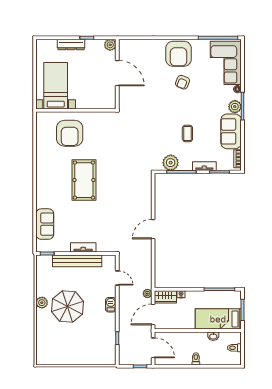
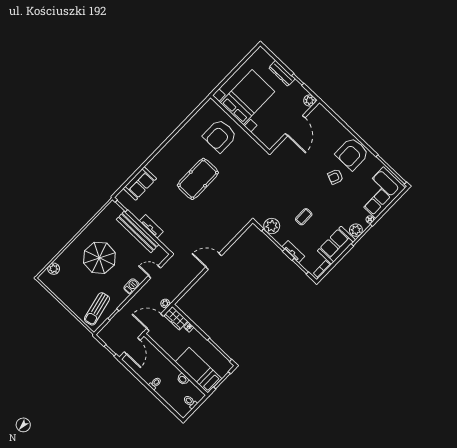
bed with nightstands: (56, 86) -> (248, 97), width x1.36
door: (117, 278) -> (154, 272), swing flipped
plant: (42, 303) -> (54, 269), moved
sun lounger: (101, 345) -> (97, 309), added

